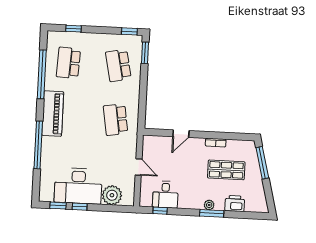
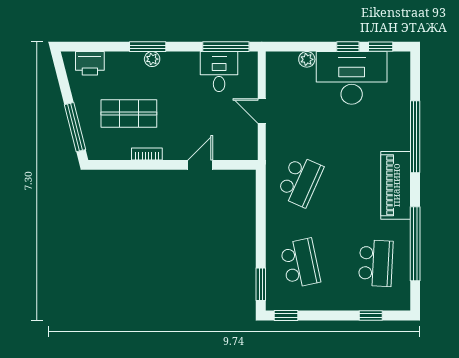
school desk: (116, 120) -> (300, 181), turned 33
plant: (112, 195) -> (307, 59), width x0.53, depth x0.53
printer: (235, 204) -> (90, 63), moved
window: (160, 211) -> (226, 47), width x2.17

